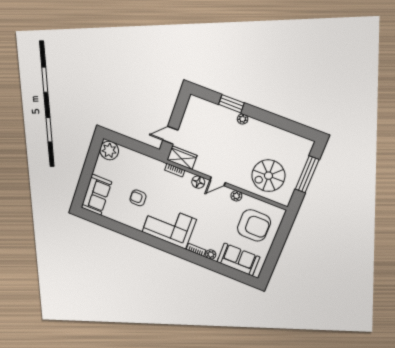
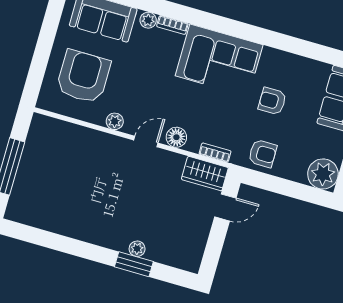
plant: (243, 119) -> (137, 249), moved
armchair: (145, 167) -> (263, 154), added
spiral stairs: (268, 176) -> (68, 159), removed
armchair: (138, 198) -> (272, 101), turned 180
armchair: (254, 225) -> (83, 77), turned 90

